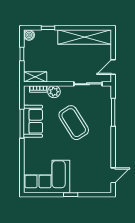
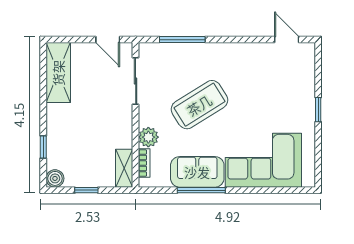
shelving: (85, 37) -> (58, 73), width x0.68
corner sofa: (47, 176) -> (263, 160), moved, turned 90

